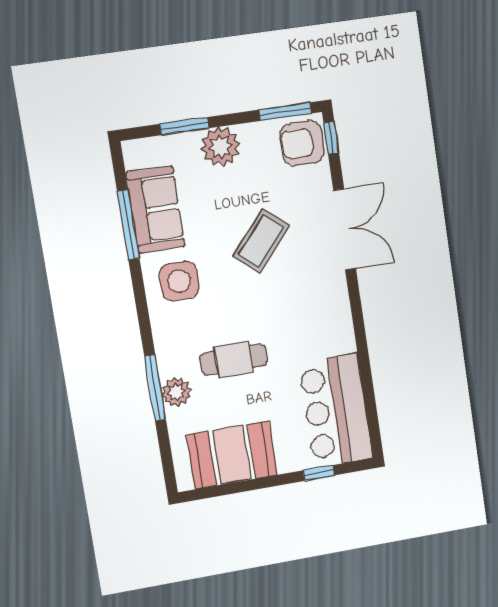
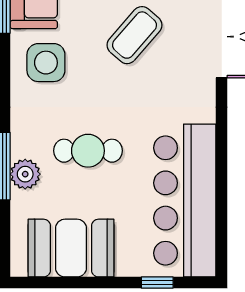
bar counter: (336, 411) -> (185, 200), width x1.36

